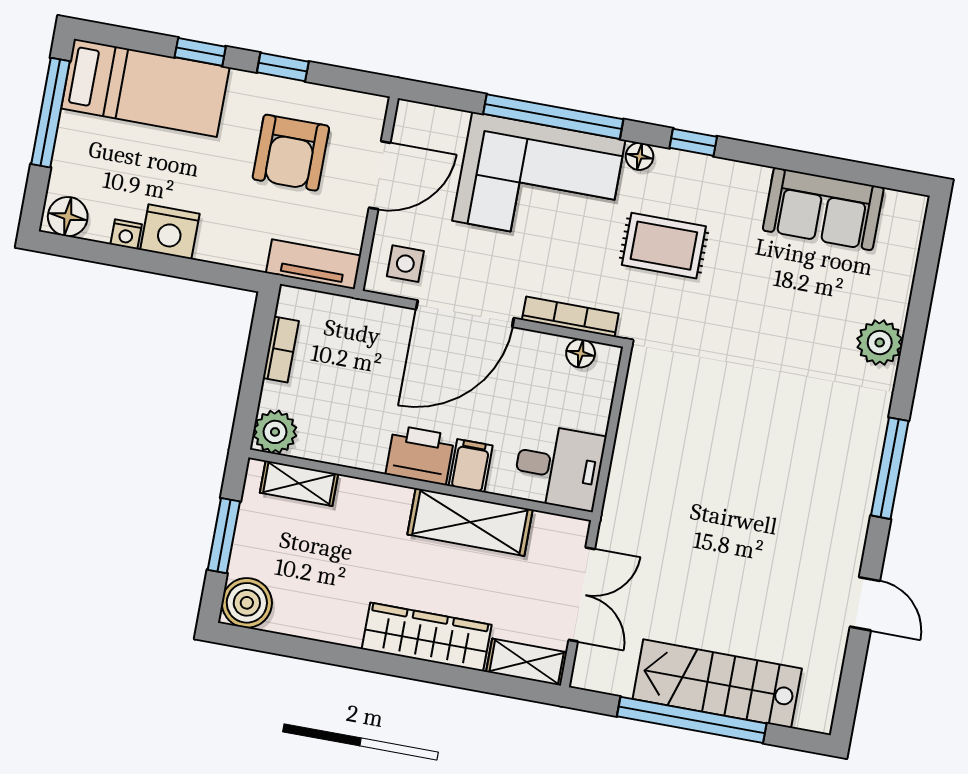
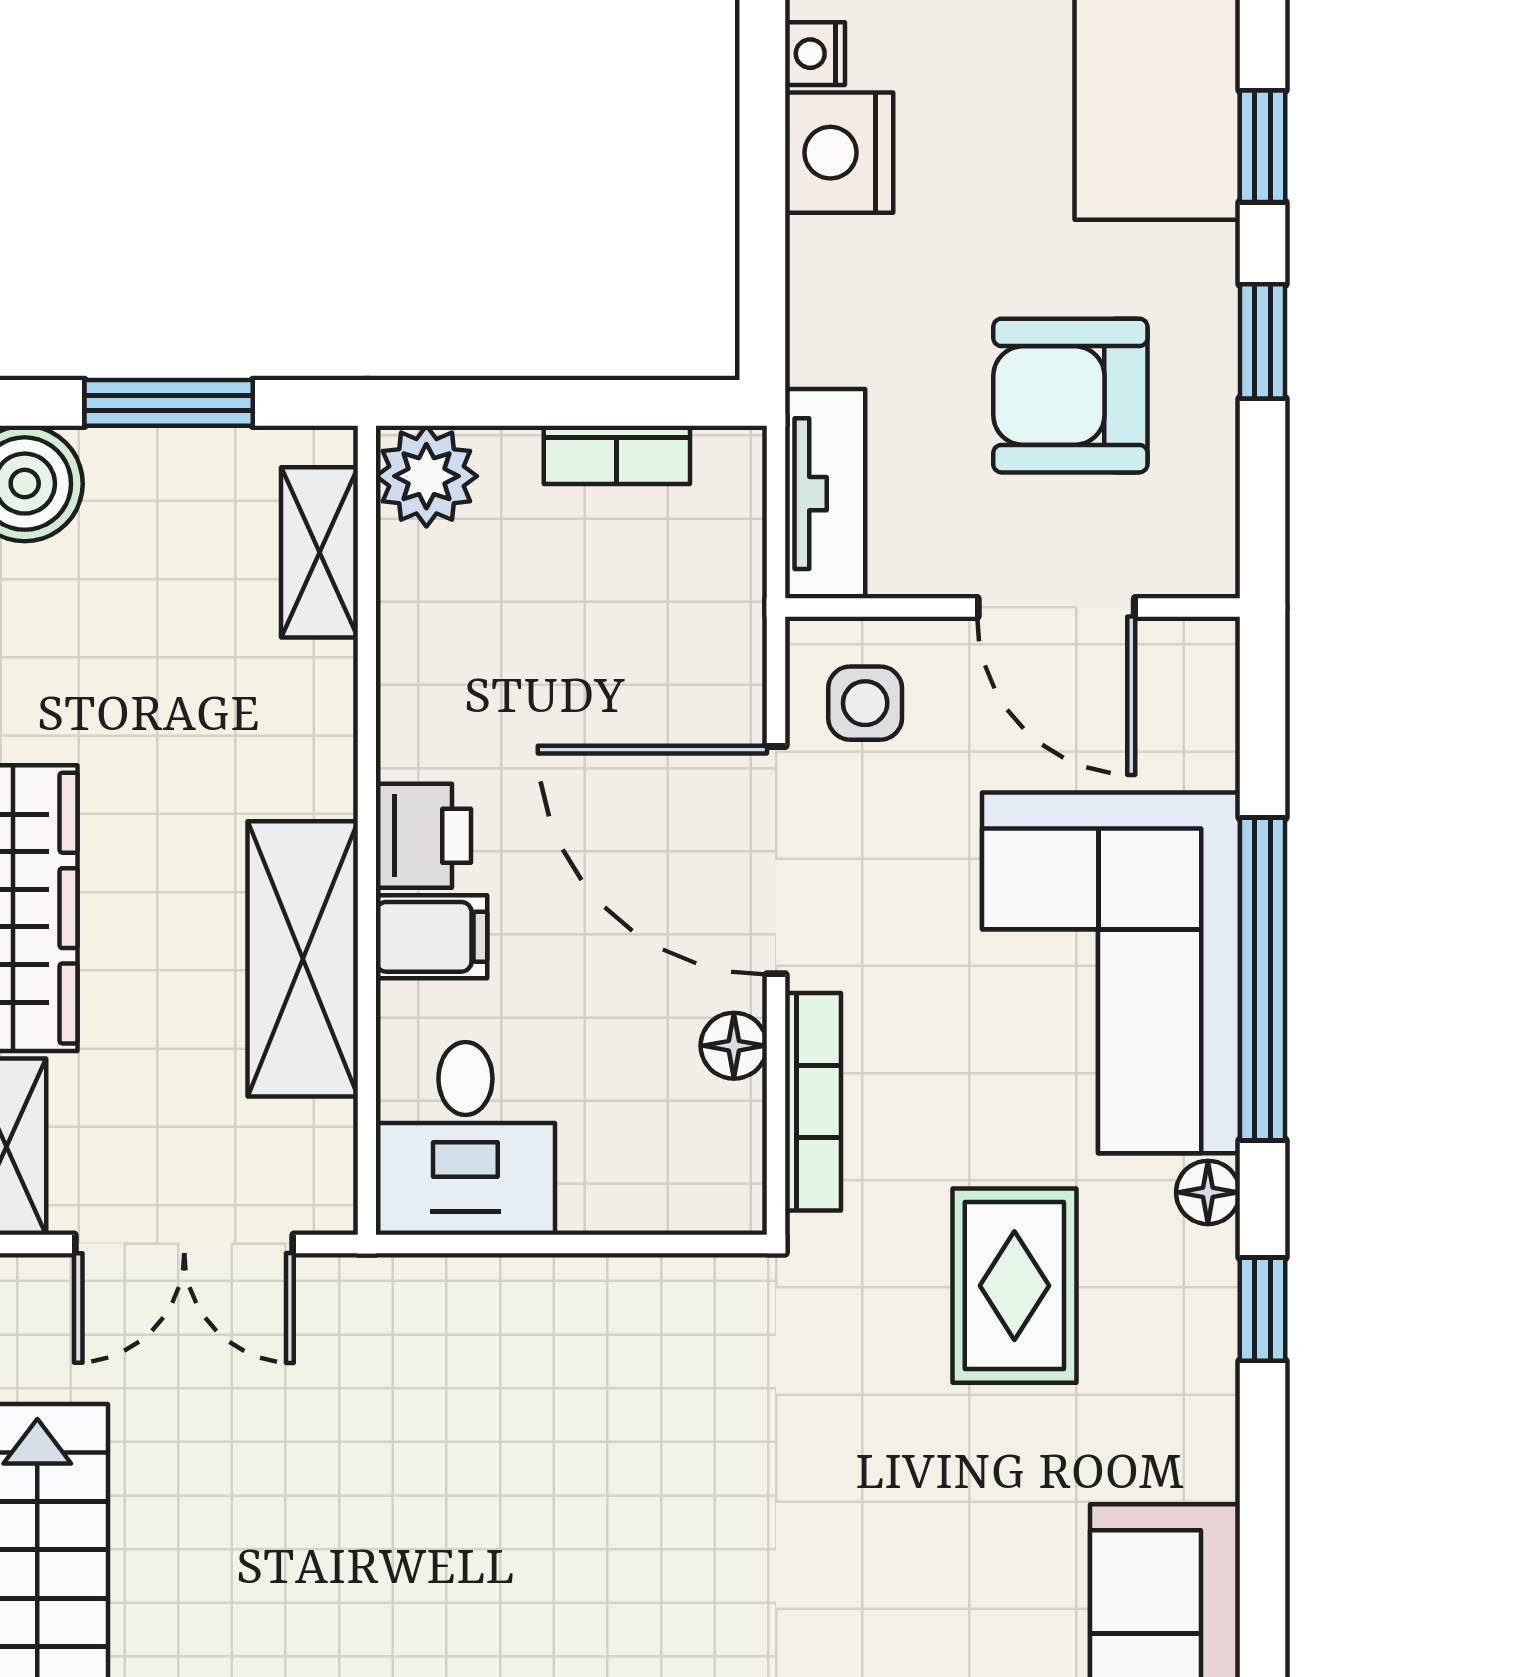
floor lamp: (581, 353) -> (734, 1046), moved
printer: (420, 455) -> (423, 836), width x0.73, depth x0.81

